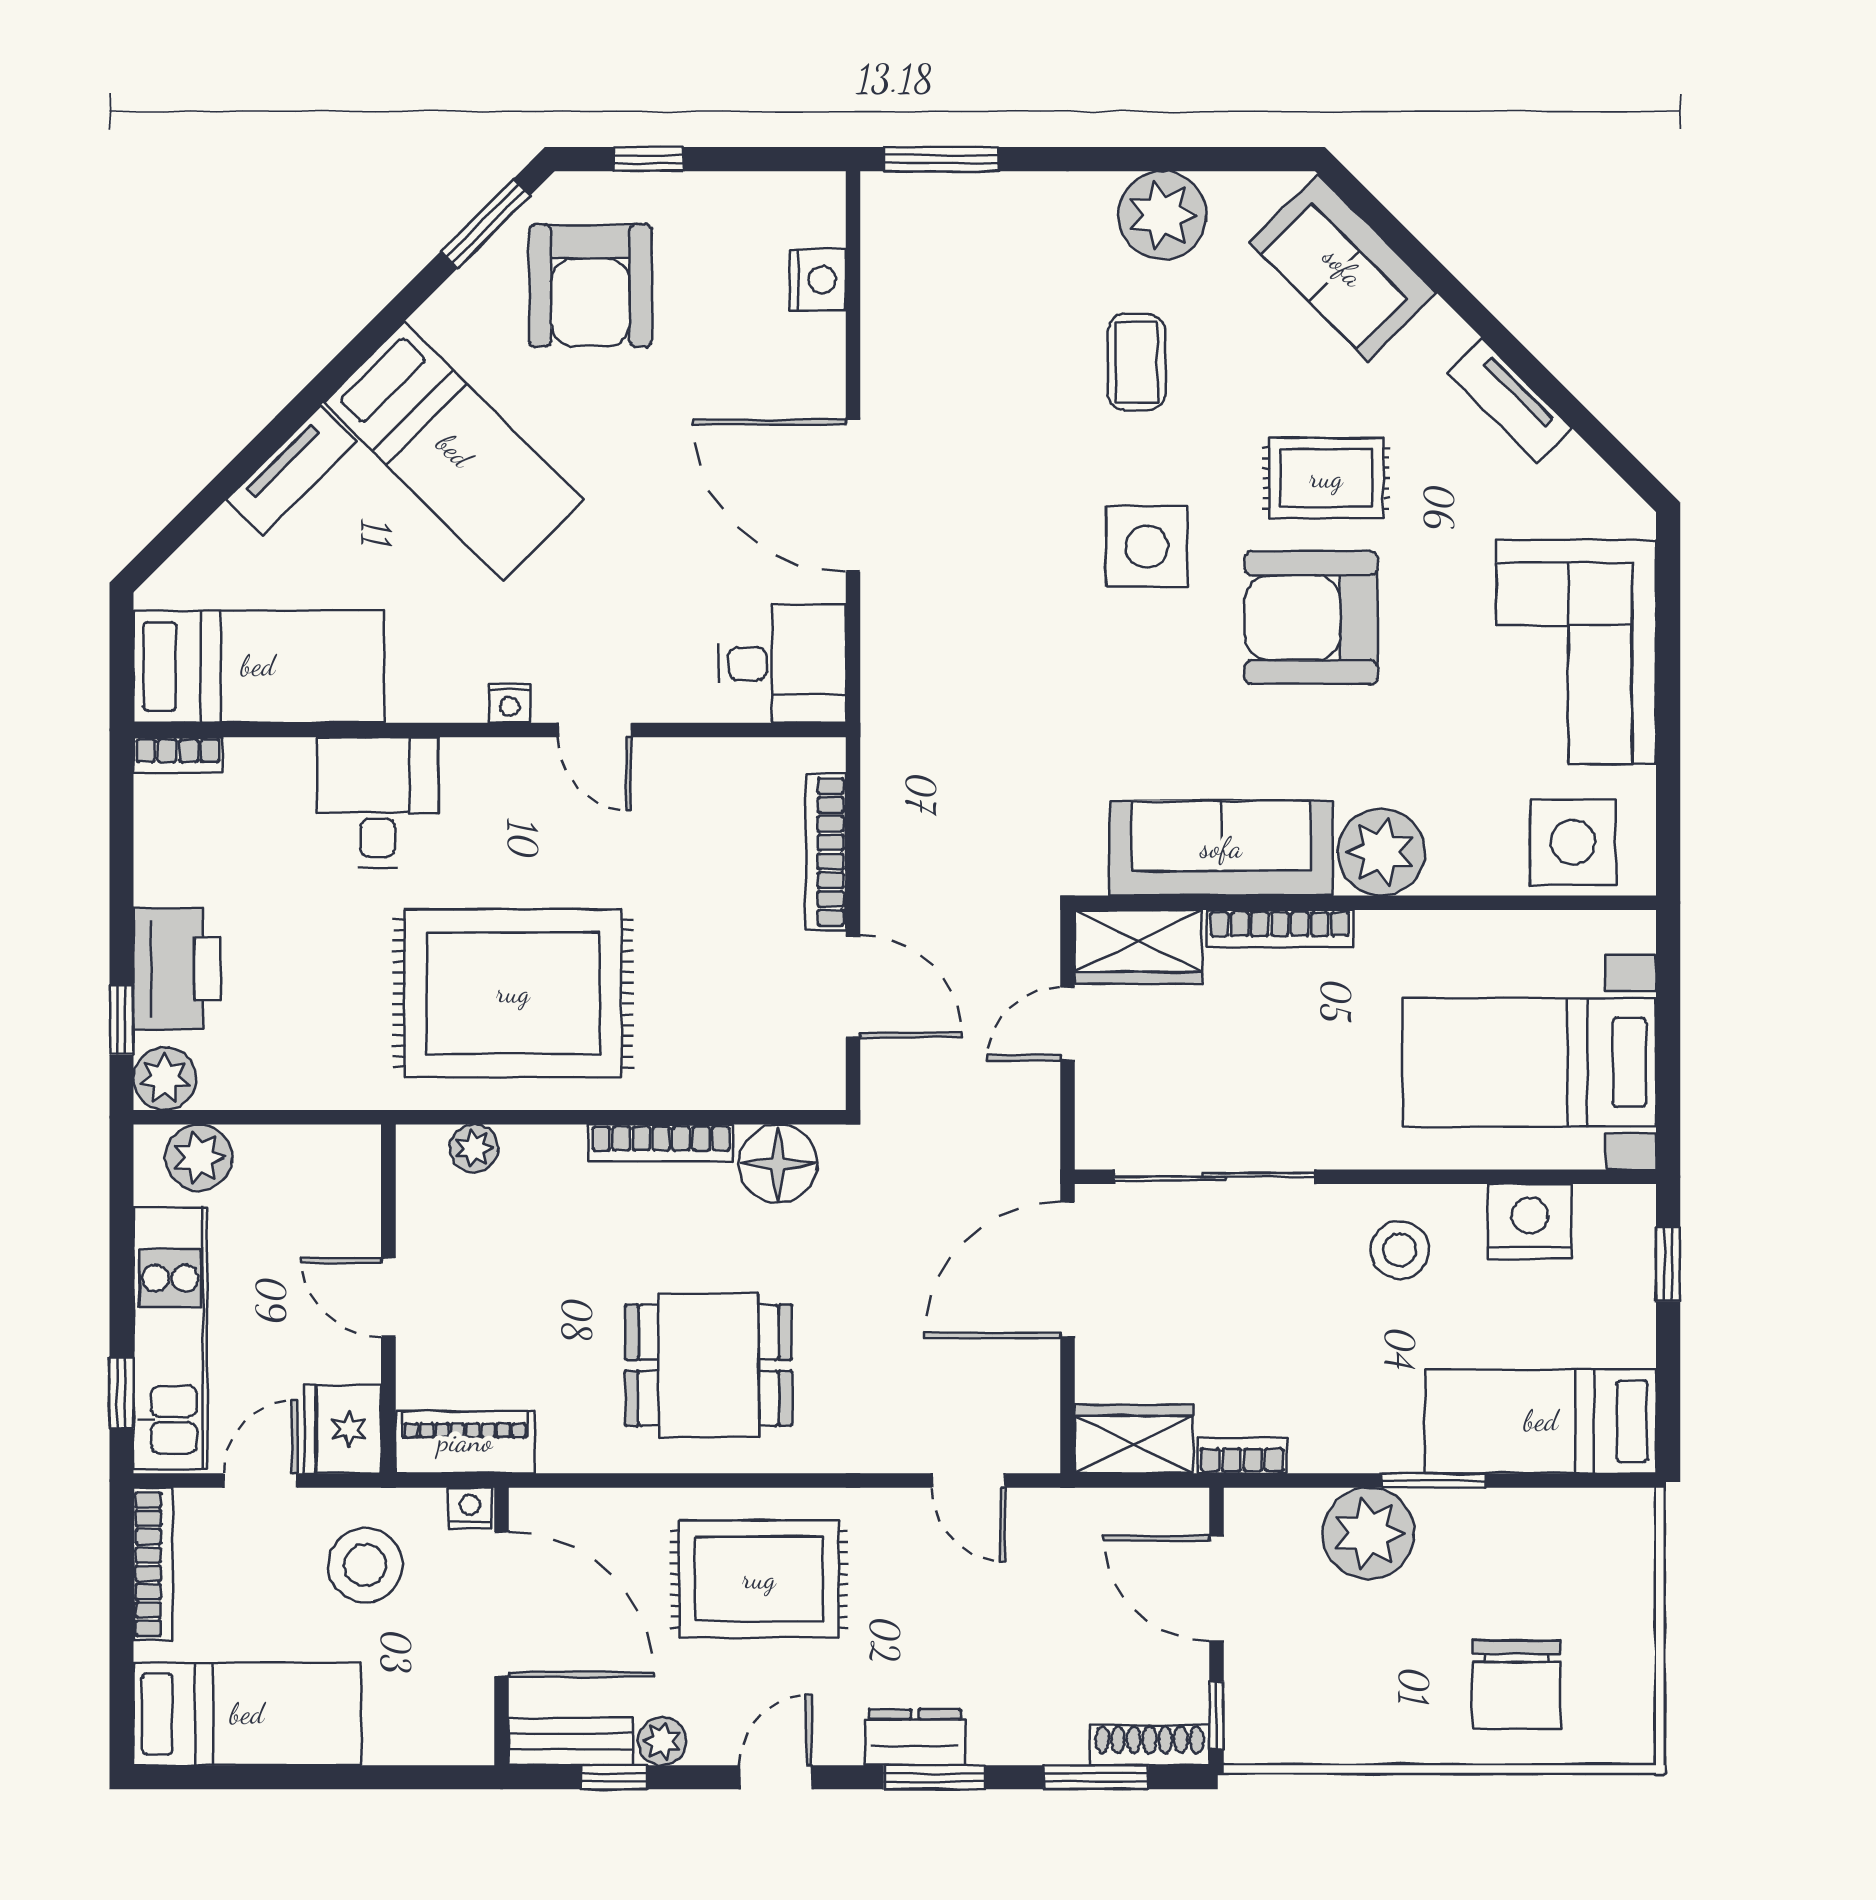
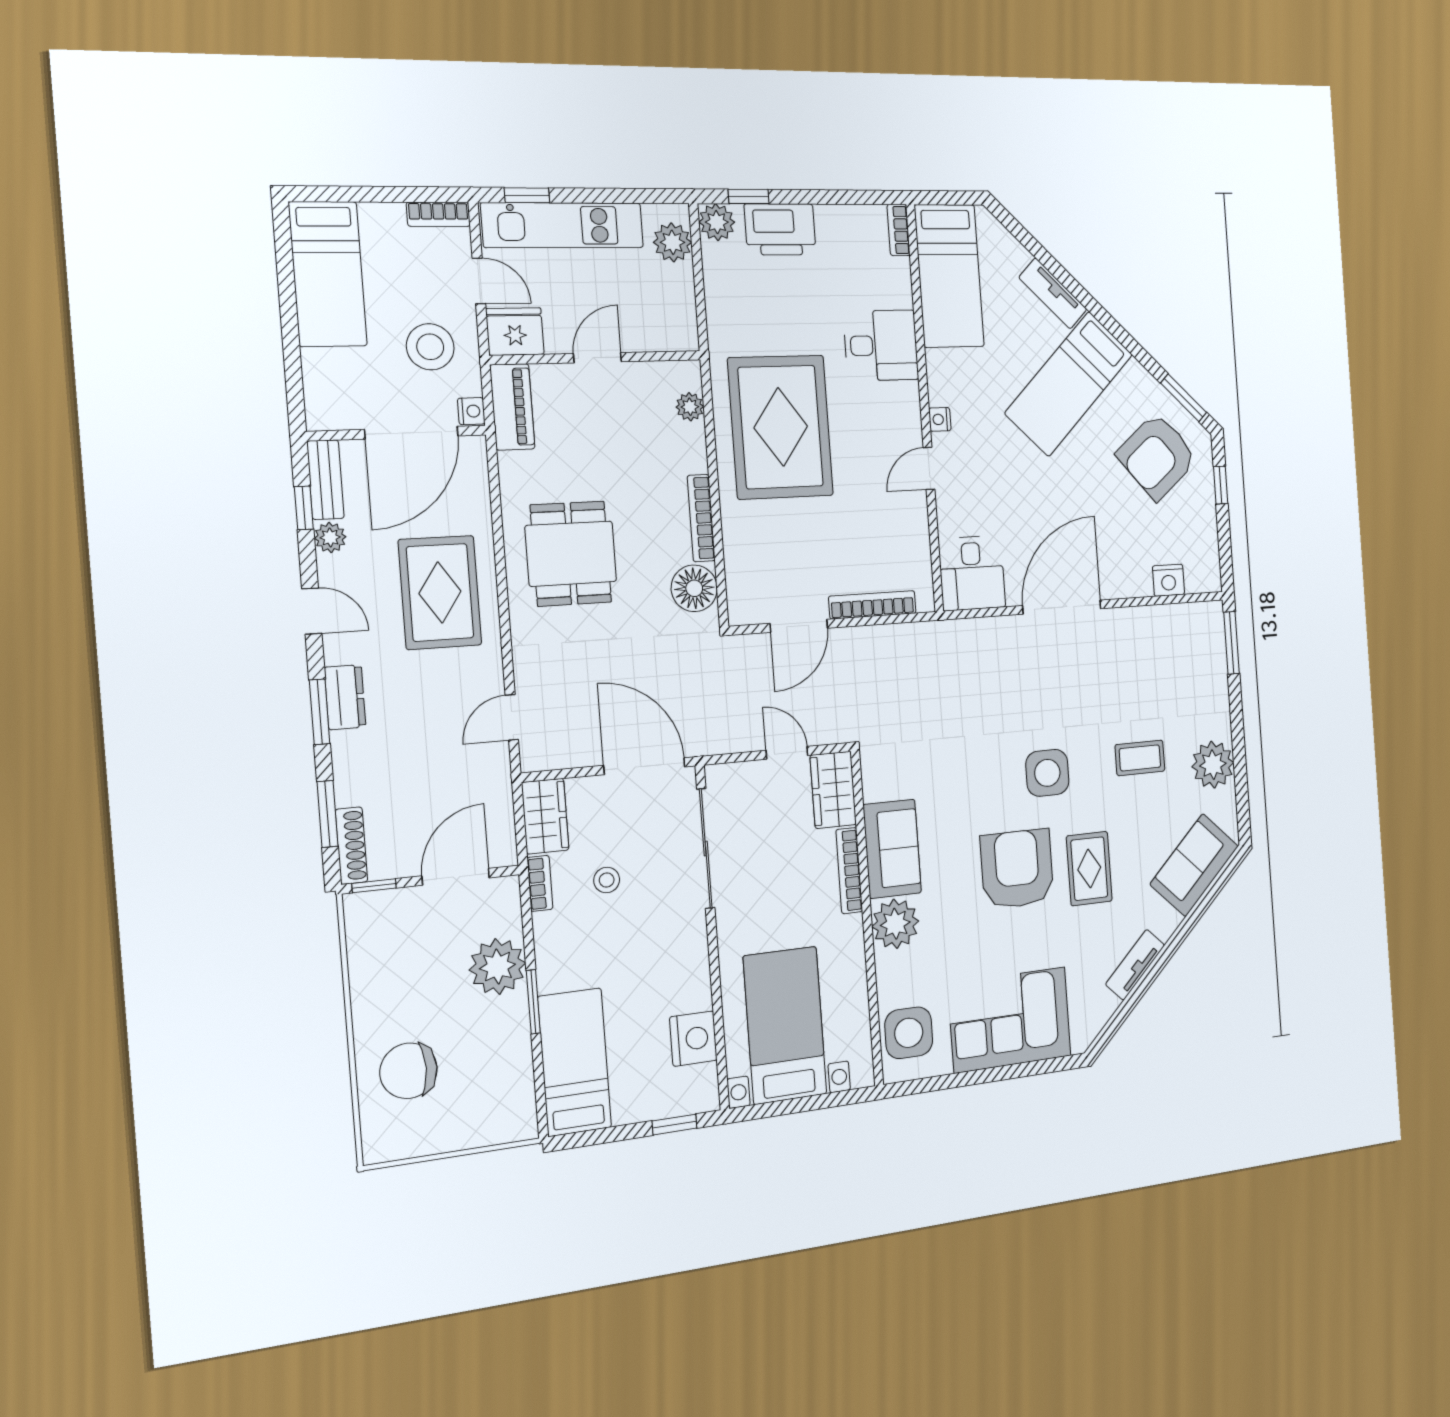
armchair: (590, 285) -> (1157, 456), turned -40
sofa: (1221, 848) -> (892, 849), width x0.73
stool: (1400, 1250) -> (607, 880), moved, width x0.73, depth x0.73
bookcase: (153, 1564) -> (438, 214), width x0.64

